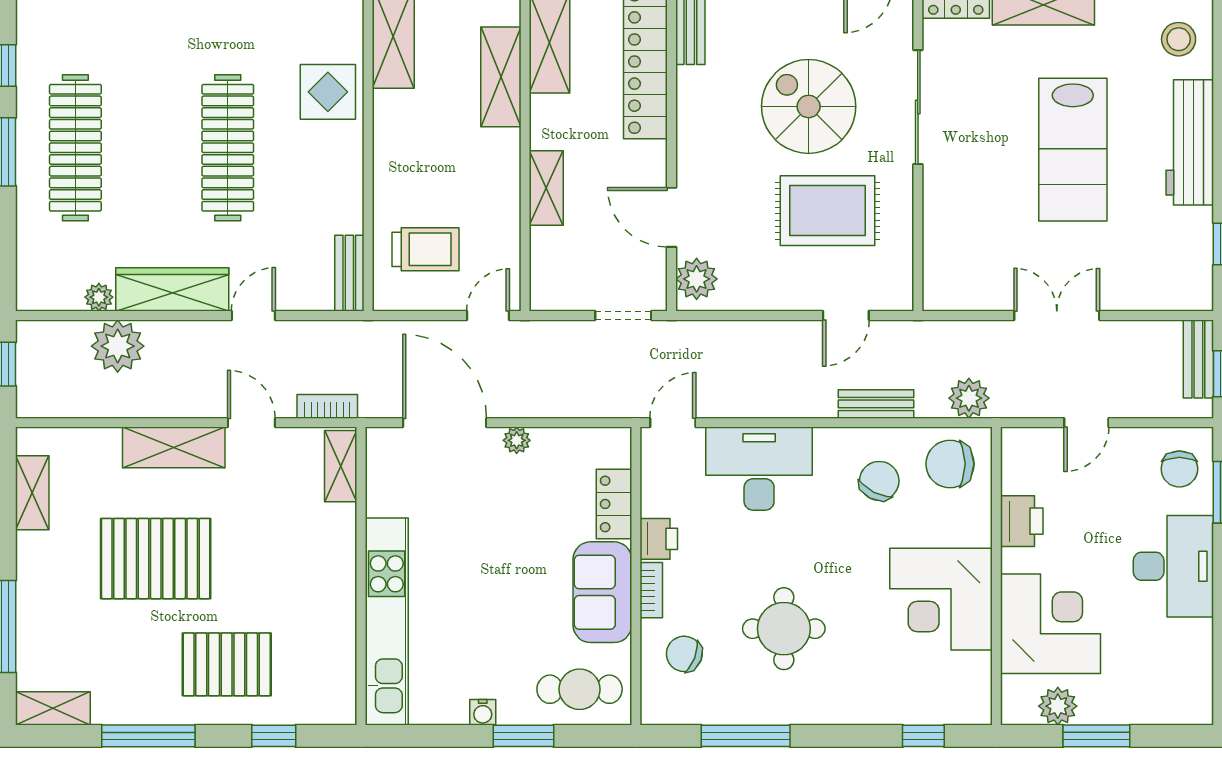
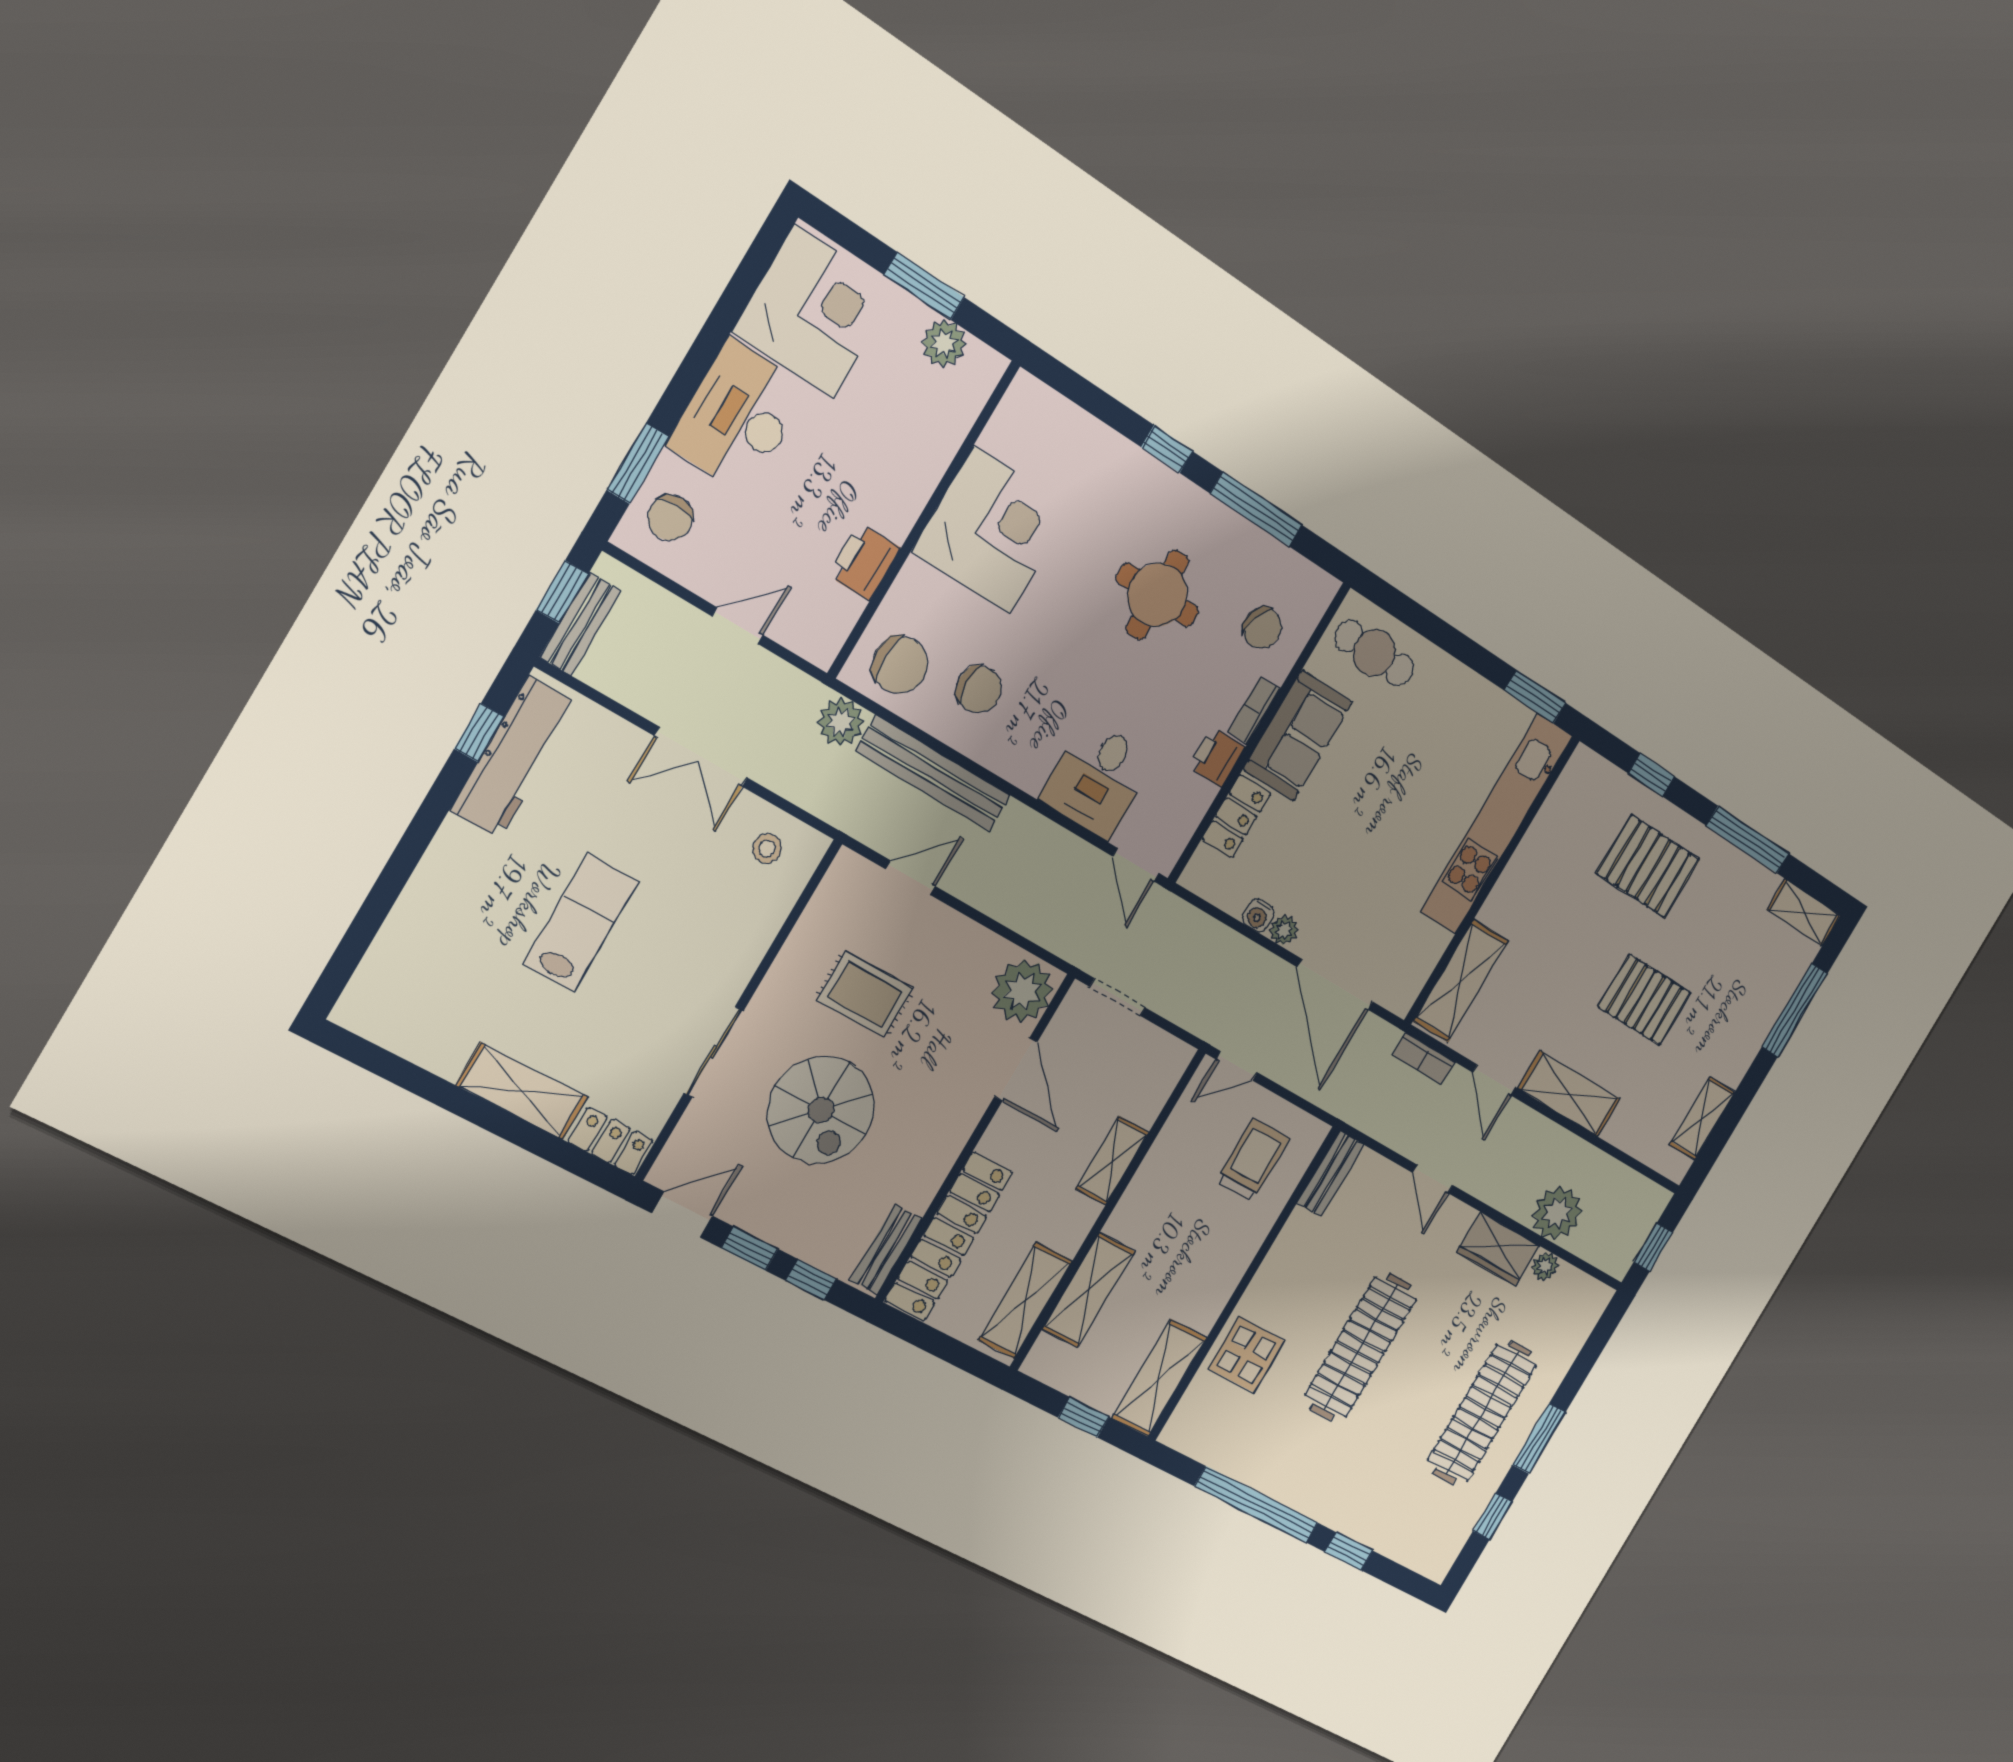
stool: (1179, 39) -> (767, 849), moved, width x0.73, depth x0.73
sliding door: (918, 107) -> (714, 1052), width x0.73
workbench: (1190, 142) -> (514, 757), moved
lab bench: (1073, 150) -> (581, 923), width x0.73, depth x0.72
rug: (828, 211) -> (865, 994), width x0.73, depth x0.70
trolley: (425, 249) -> (1253, 1160), turned 90
plant: (697, 279) -> (1022, 991), width x1.36, depth x1.36
wardrobe: (172, 289) -> (1498, 1249), width x0.67
door: (253, 315) -> (1433, 1179), hinge flipped
bench: (876, 404) -> (933, 773), width x1.86, depth x1.21
door: (673, 423) -> (1136, 865), hinge flipped
shelving: (341, 466) -> (1461, 981), width x1.50, depth x1.33
desk: (759, 469) -> (1097, 779), width x0.73
chair: (1179, 469) -> (670, 518), turned 180
chair: (879, 481) -> (979, 689), turned -117
pallet: (156, 559) -> (1644, 1000), width x0.73, depth x0.71
corner desk: (1050, 624) -> (814, 312), moved, turned 180
water cooler: (483, 712) -> (1258, 916), moved, turned 180
window: (523, 736) -> (1535, 697), moved
window: (923, 736) -> (1167, 449), moved

